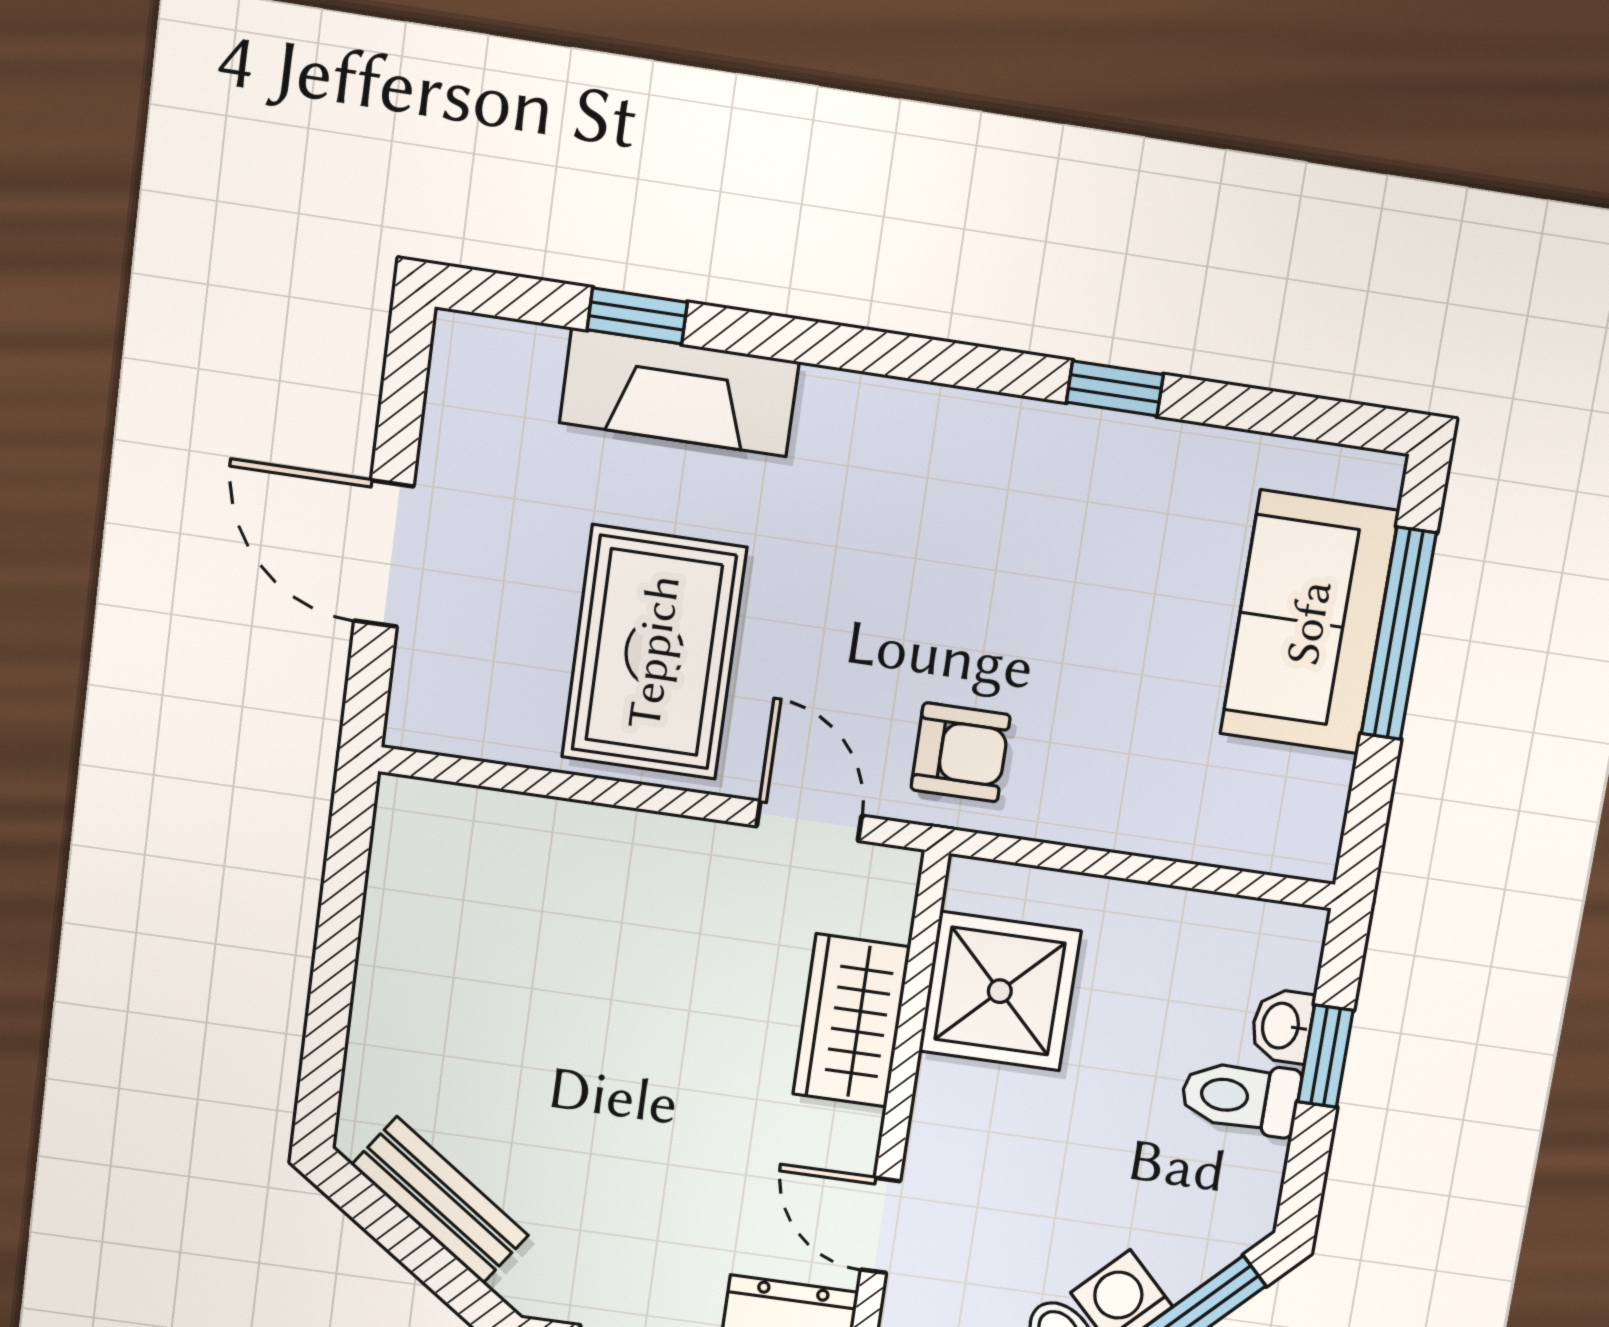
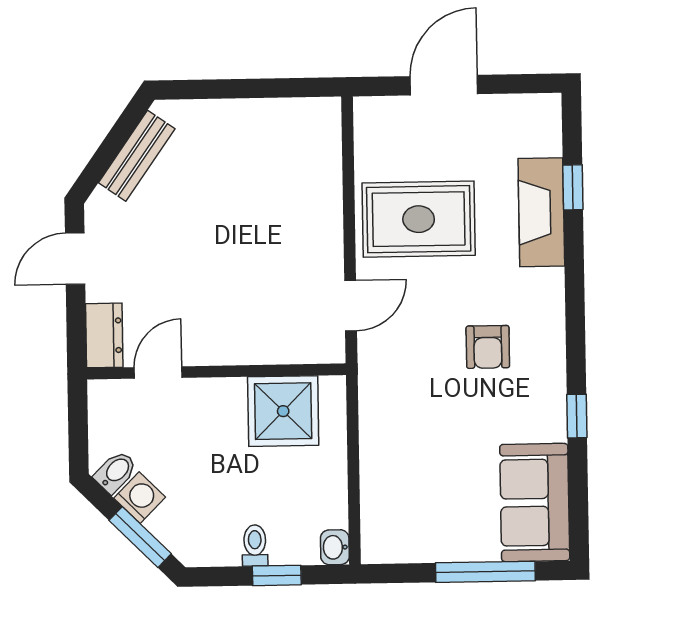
sofa: (1309, 623) -> (535, 503), moved, turned -90
armchair: (961, 752) -> (488, 347), moved
wardrobe: (852, 1021) -> (257, 342), removed
washbasin: (1282, 1026) -> (335, 547), moved, turned -90
toilet: (1240, 1097) -> (255, 545), width x0.73, depth x0.72

